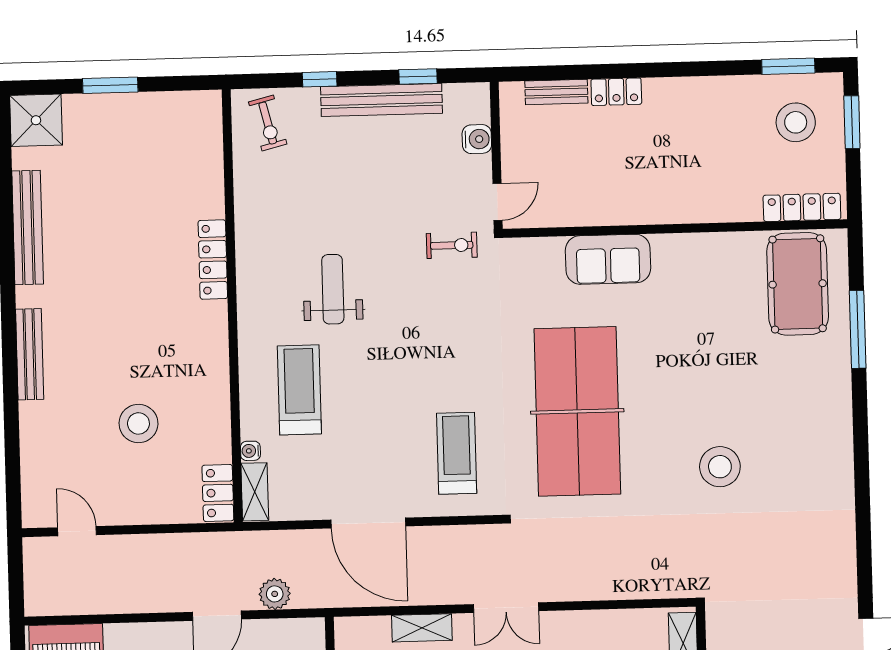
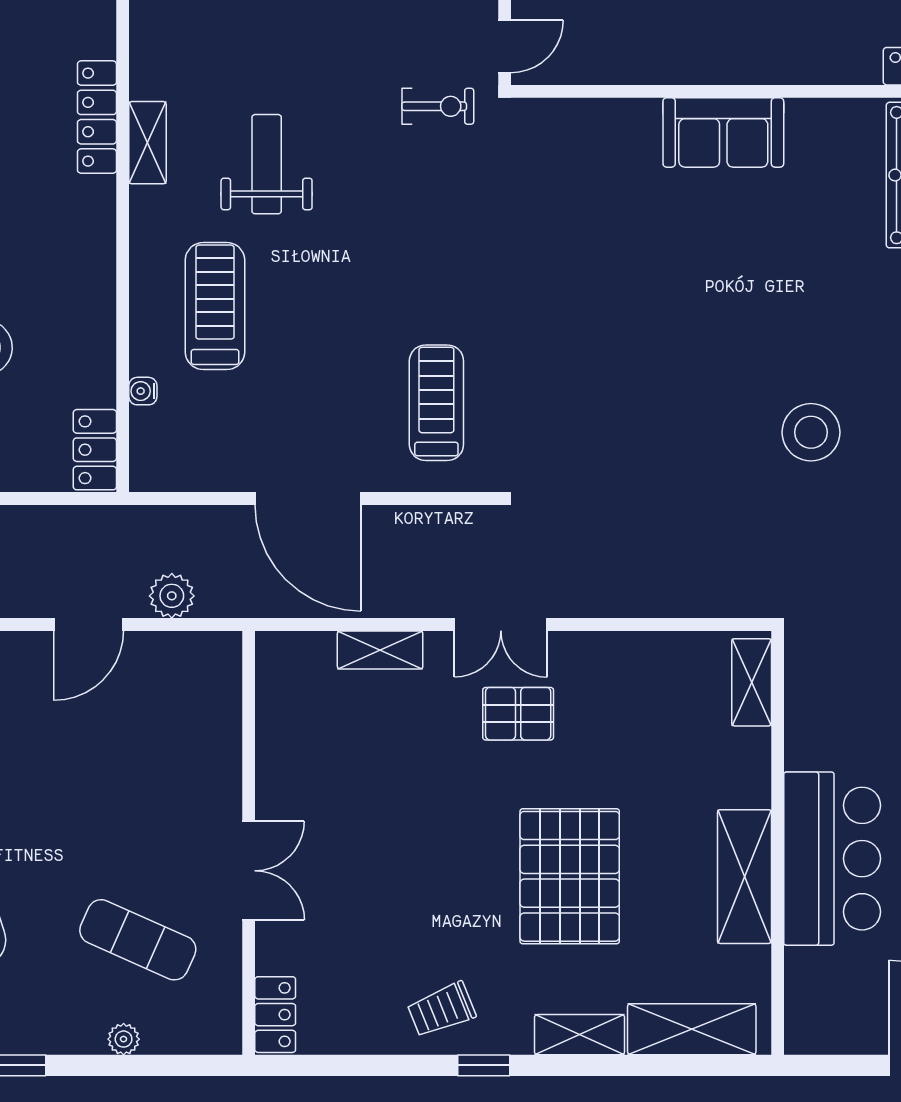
sofa: (608, 259) -> (723, 132), moved
table tennis table: (577, 411) -> (610, 348), removed
shelving: (255, 492) -> (148, 143), moved

